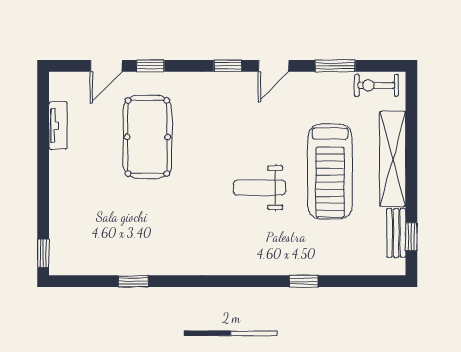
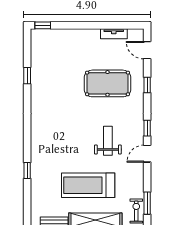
door: (106, 66) -> (147, 50), moved
door: (274, 66) -> (147, 154), hinge flipped
window: (335, 66) -> (147, 203), moved
weight bench: (259, 188) -> (108, 141), moved

